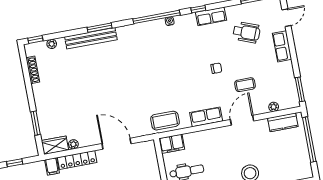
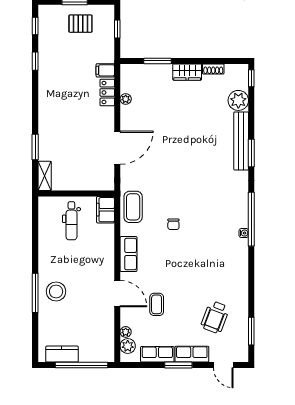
window: (198, 9) -> (251, 268), removed
row of seats: (211, 16) -> (157, 354), moved, turned 90
plant: (52, 44) -> (238, 100), width x1.87, depth x1.87
chair: (216, 68) -> (173, 224), moved
shoe rack: (33, 70) -> (213, 69), width x0.70
window: (300, 89) -> (178, 365), moved
plant: (285, 103) -> (128, 346), added
kitchen counter: (283, 122) -> (62, 354), moved, turned 90
wardrobe: (55, 145) -> (187, 72), moved, turned 90
locker: (77, 160) -> (107, 93), width x0.66

